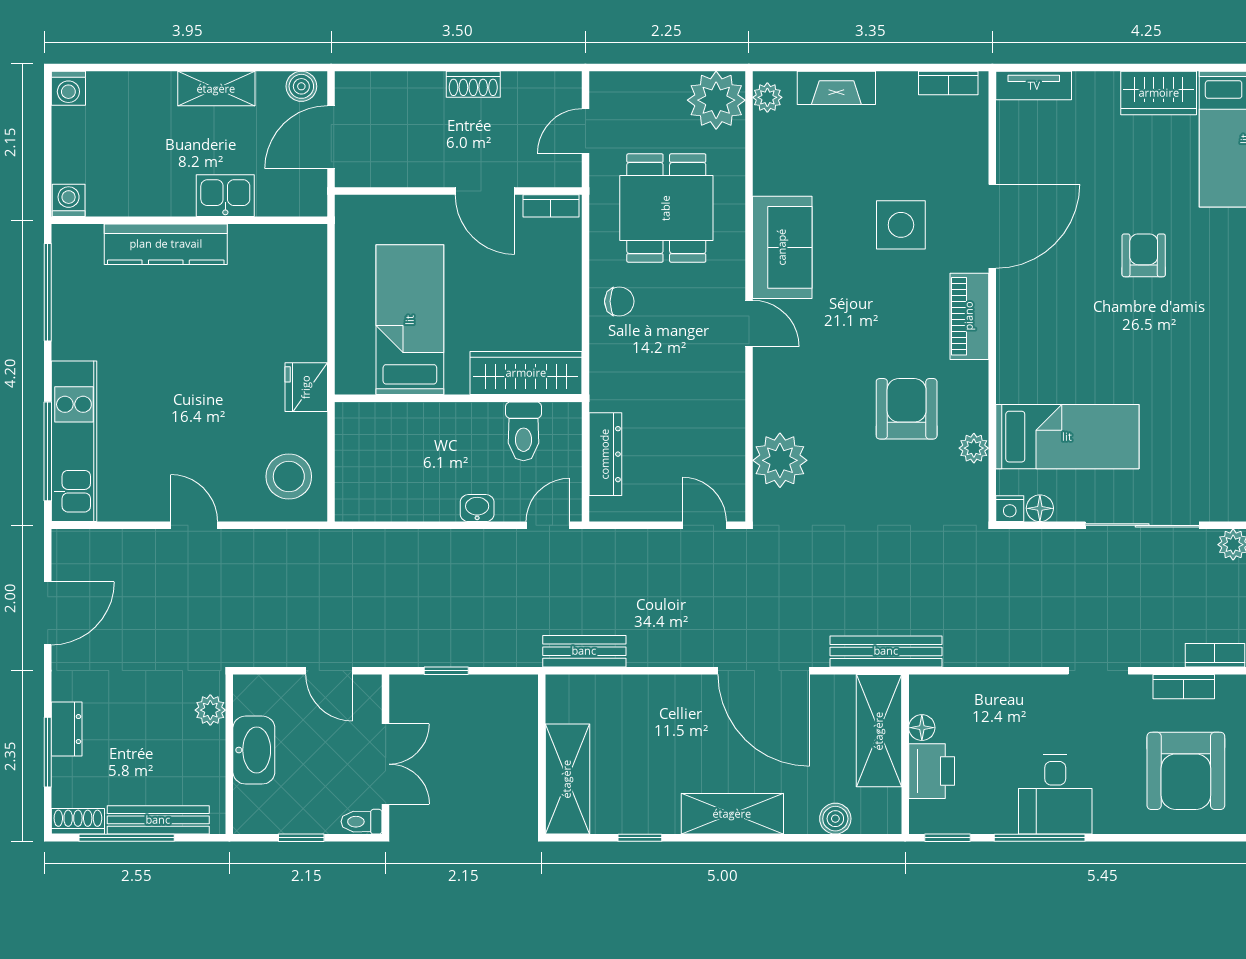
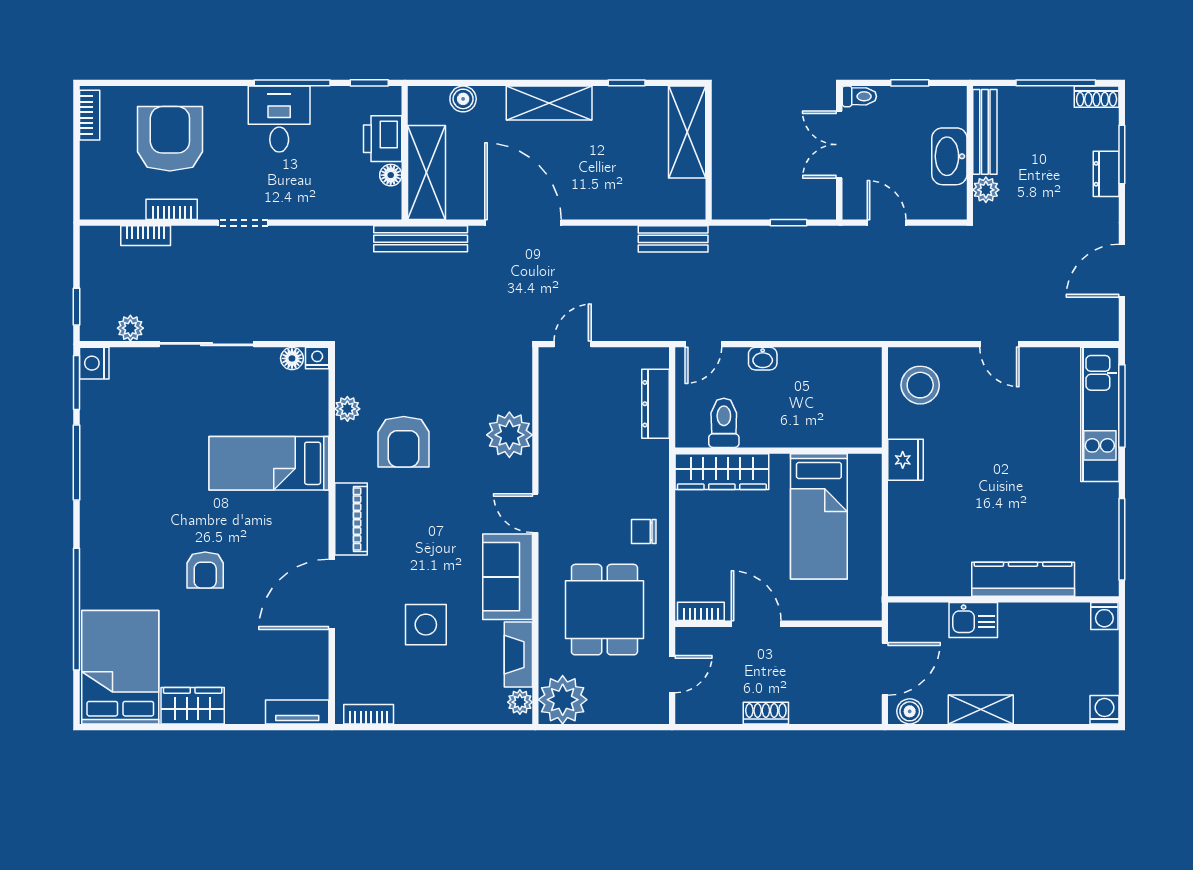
fireplace: (836, 88) -> (518, 655), moved, turned -90
side table: (901, 225) -> (426, 625), moved
bed: (1067, 437) -> (269, 463), moved
plant: (780, 460) -> (509, 435), moved
door: (704, 525) -> (573, 344), swing flipped
bench: (158, 820) -> (985, 132), moved, turned 90

